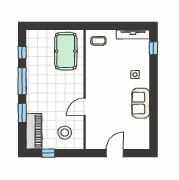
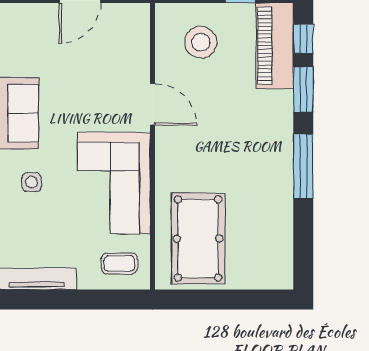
window: (22, 53) -> (303, 39), moved
corner sofa: (101, 74) -> (114, 183), added
door: (85, 107) -> (153, 104), hinge flipped

